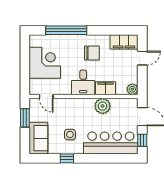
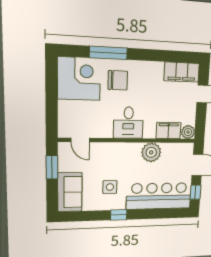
window: (66, 30) -> (108, 53), width x0.68
chair: (92, 53) -> (118, 80), moved
corner desk: (45, 63) -> (79, 79), moved
filing cabinet: (105, 88) -> (168, 131), moved
window: (67, 158) -> (119, 215), moved

